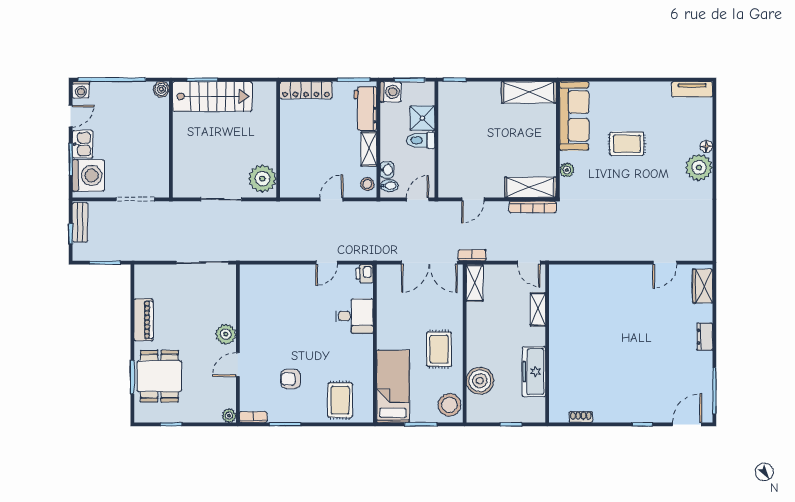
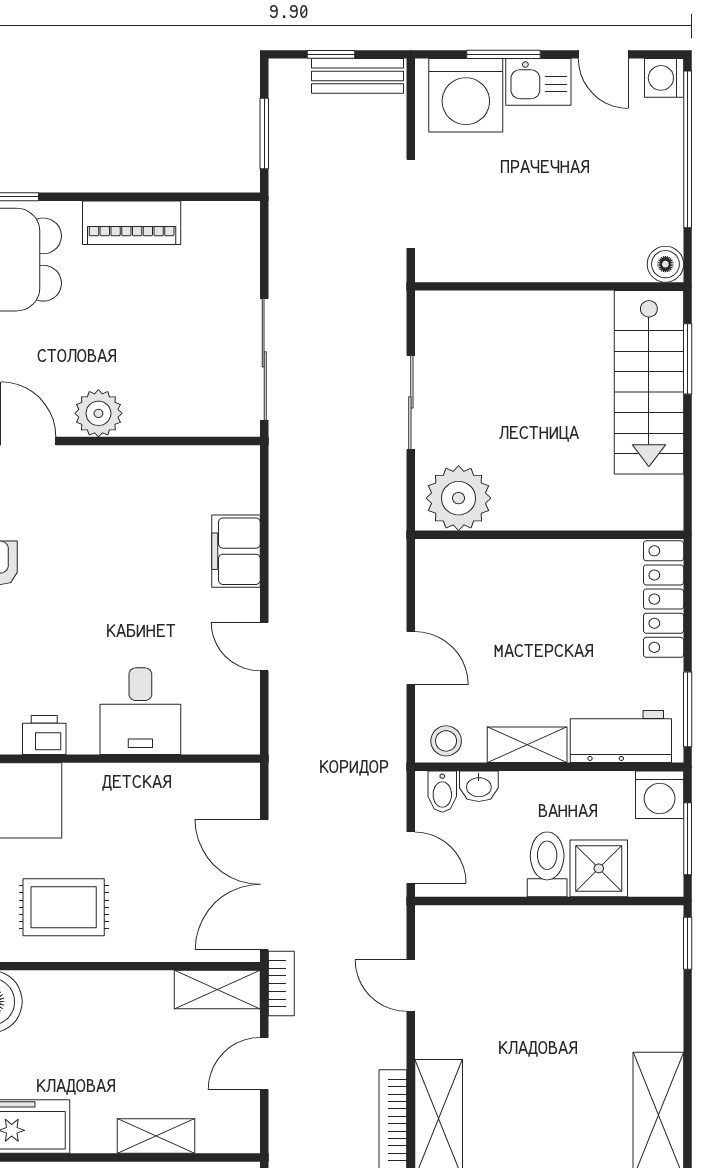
door: (529, 263) -> (264, 1064), moved
printer: (365, 274) -> (44, 735), moved
filing cabinet: (285, 275) -> (236, 551), added

